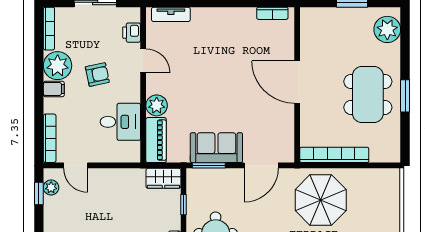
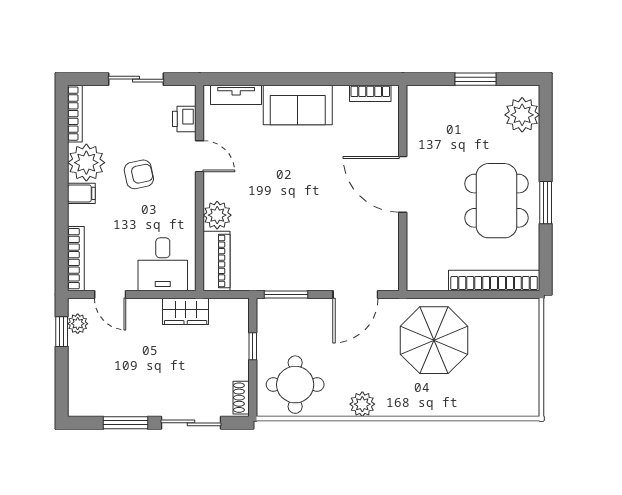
desk: (120, 122) -> (163, 264), moved, turned 90
sofa: (216, 148) -> (298, 105), moved, turned 180
bookcase: (334, 155) -> (494, 281), moved
wardrobe: (163, 178) -> (186, 311), moved

